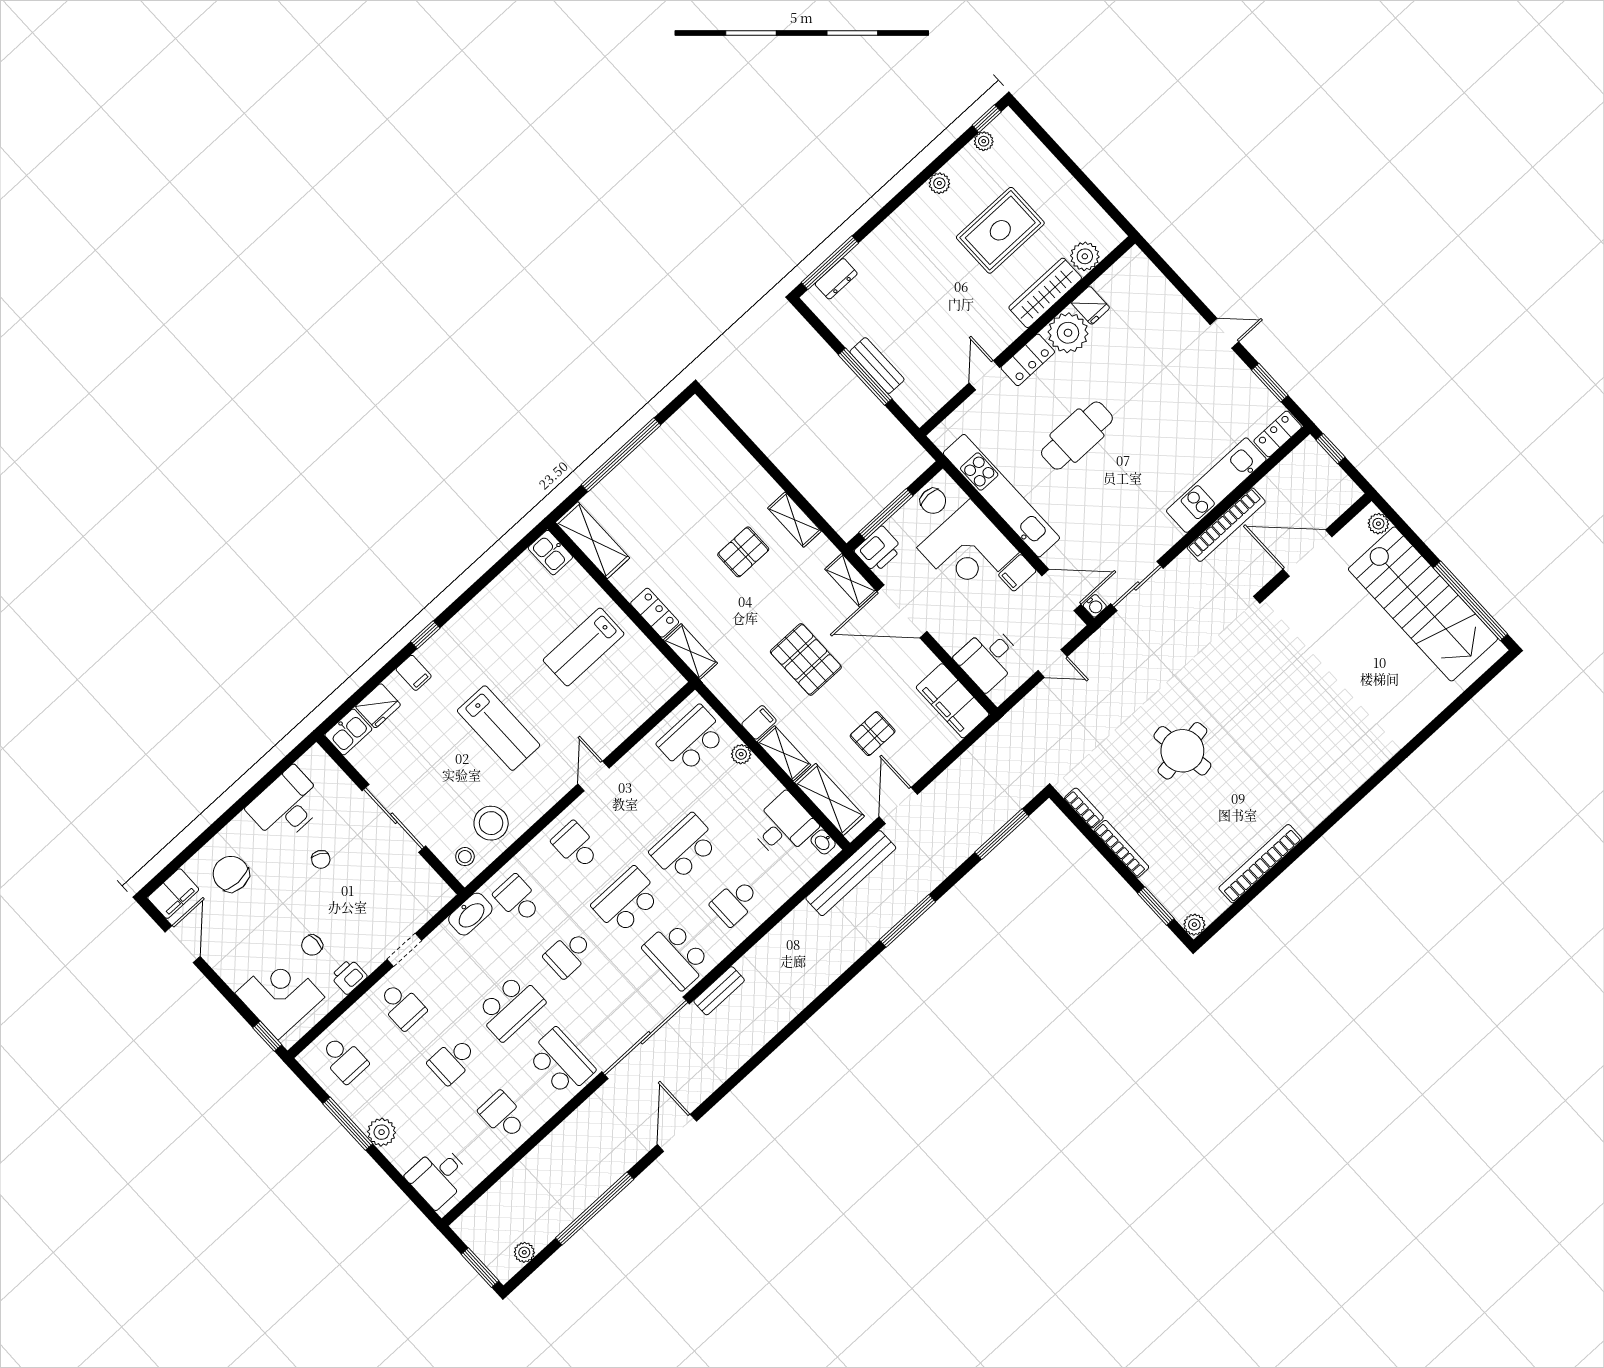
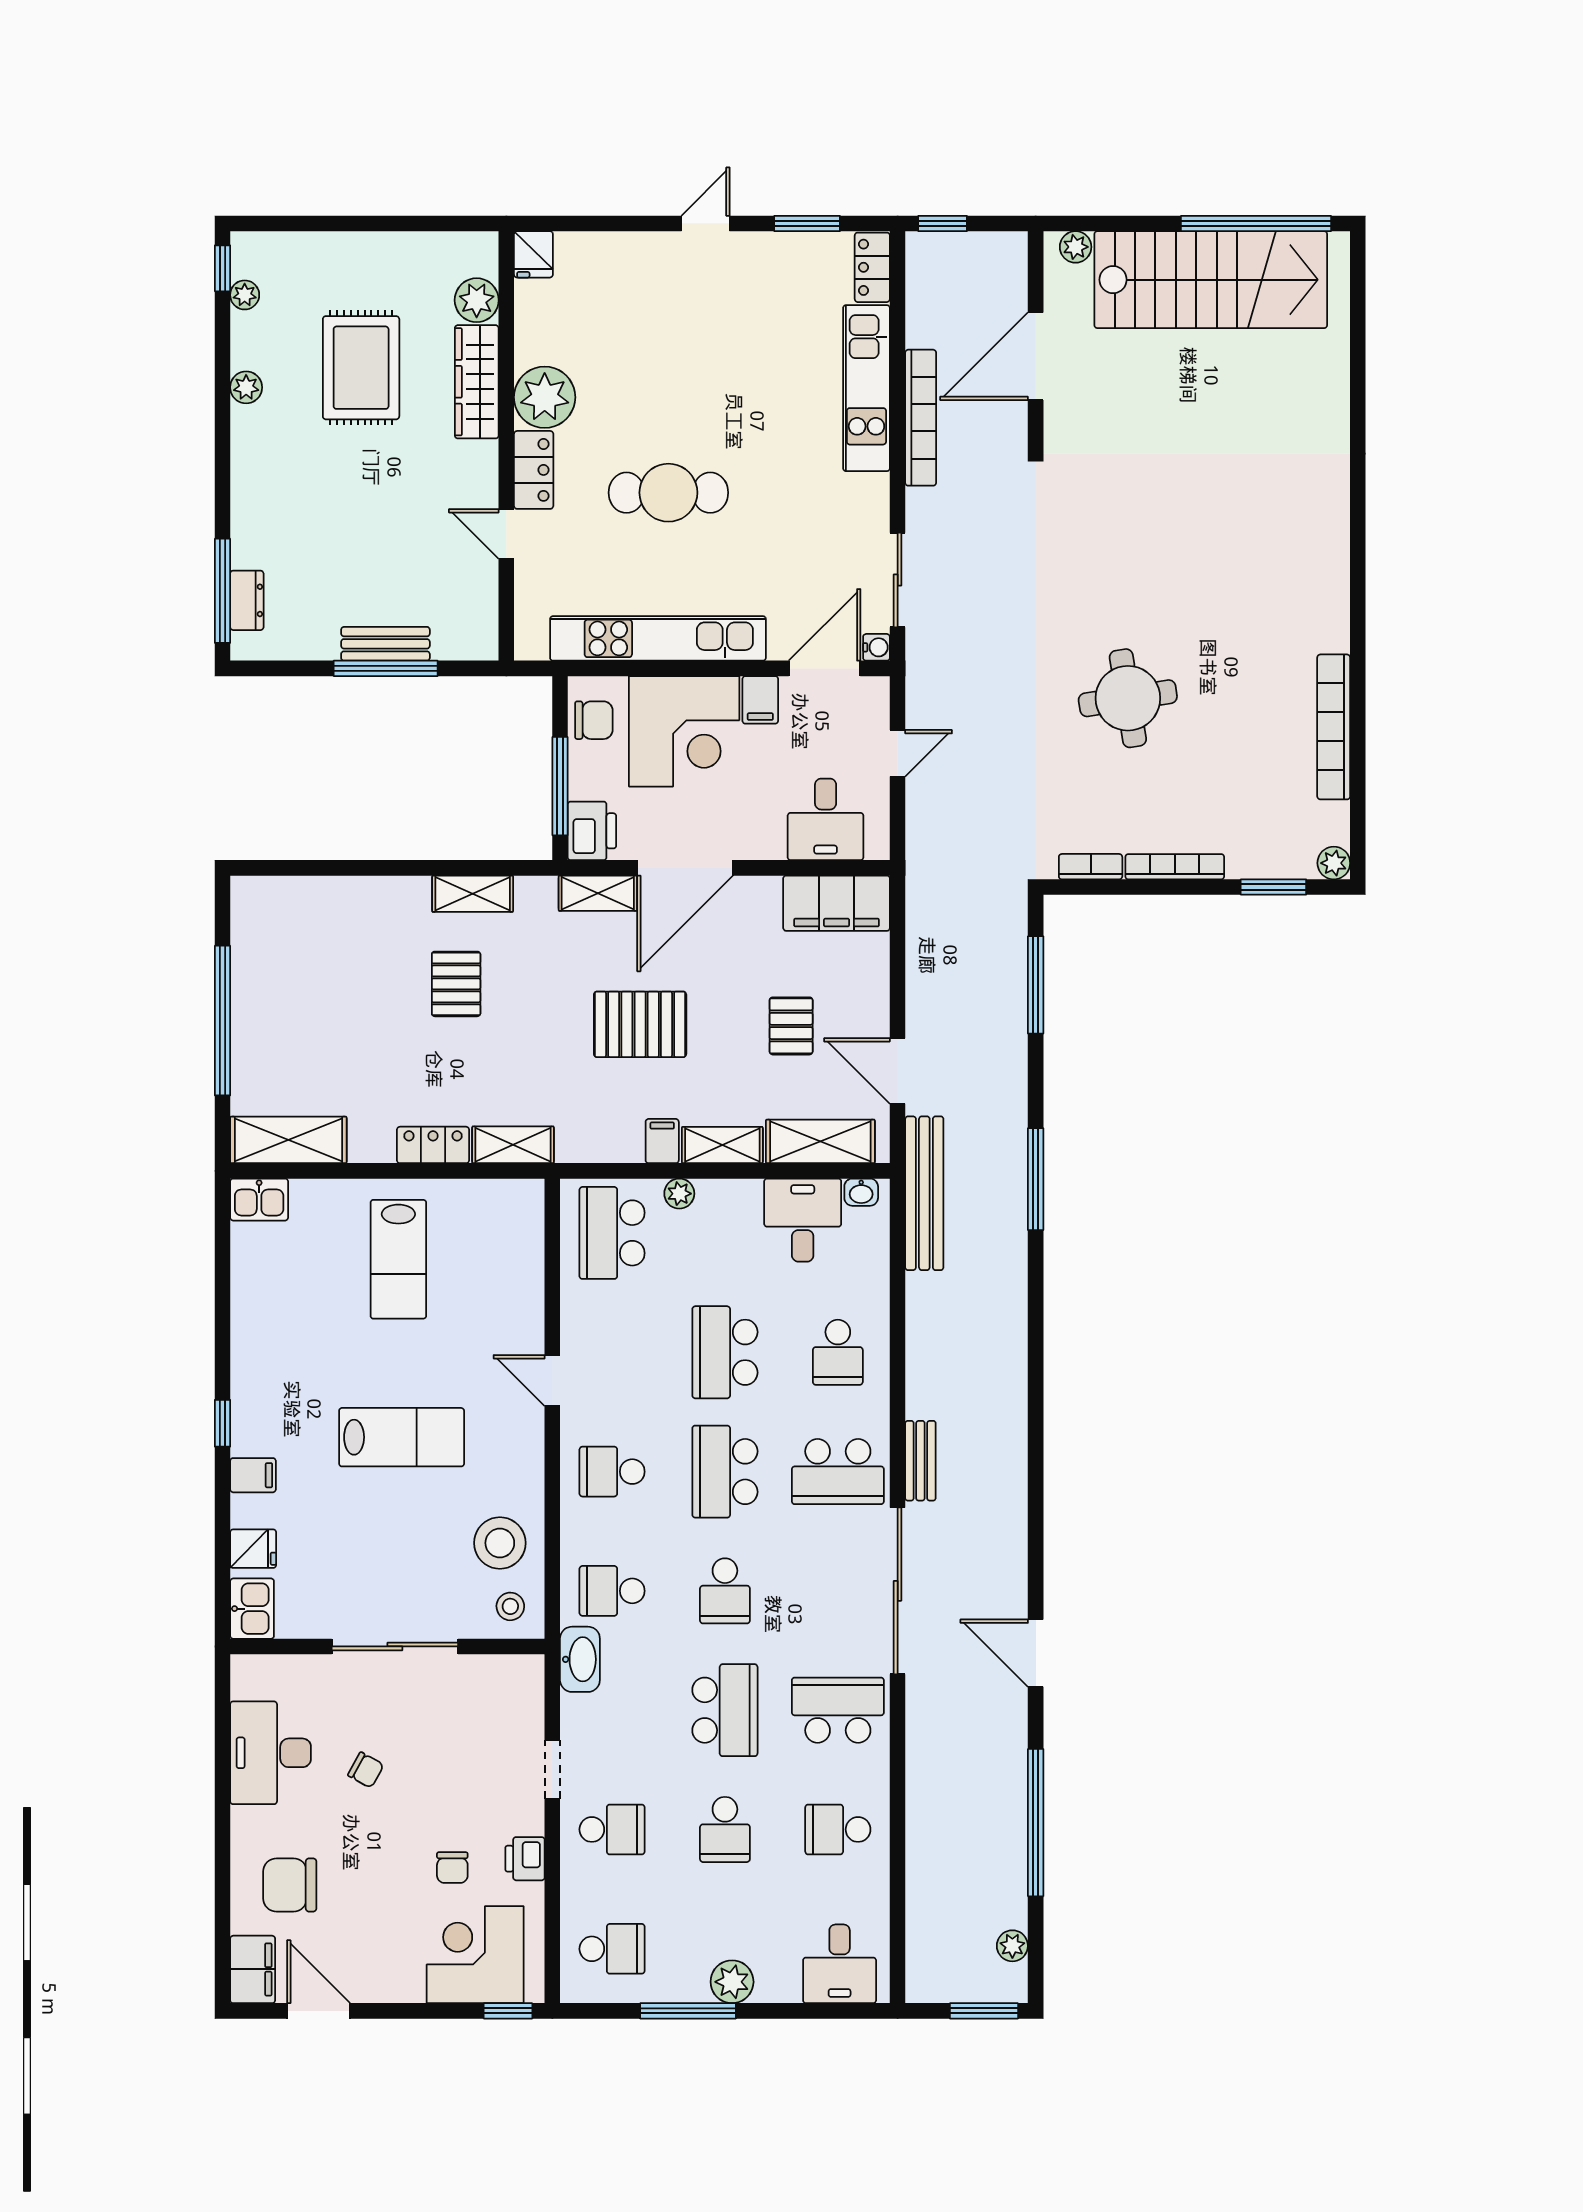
fridge: (1091, 305) -> (533, 254), moved, turned 90
cafe table: (1077, 436) -> (668, 493), turned 90
fridge: (378, 706) -> (253, 1549), width x0.72

